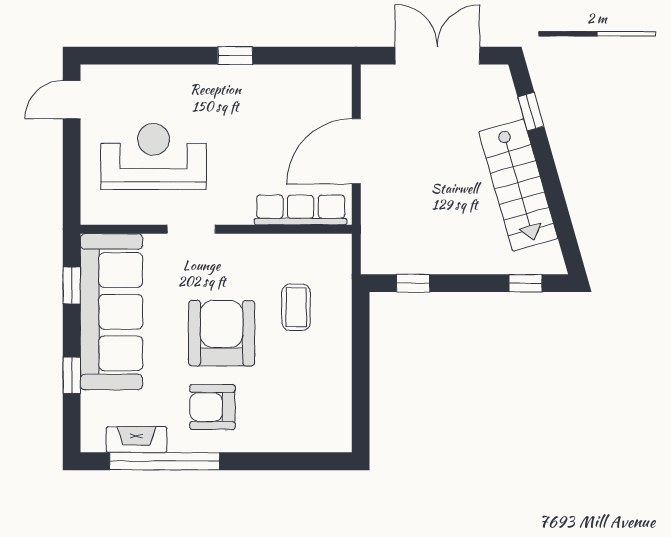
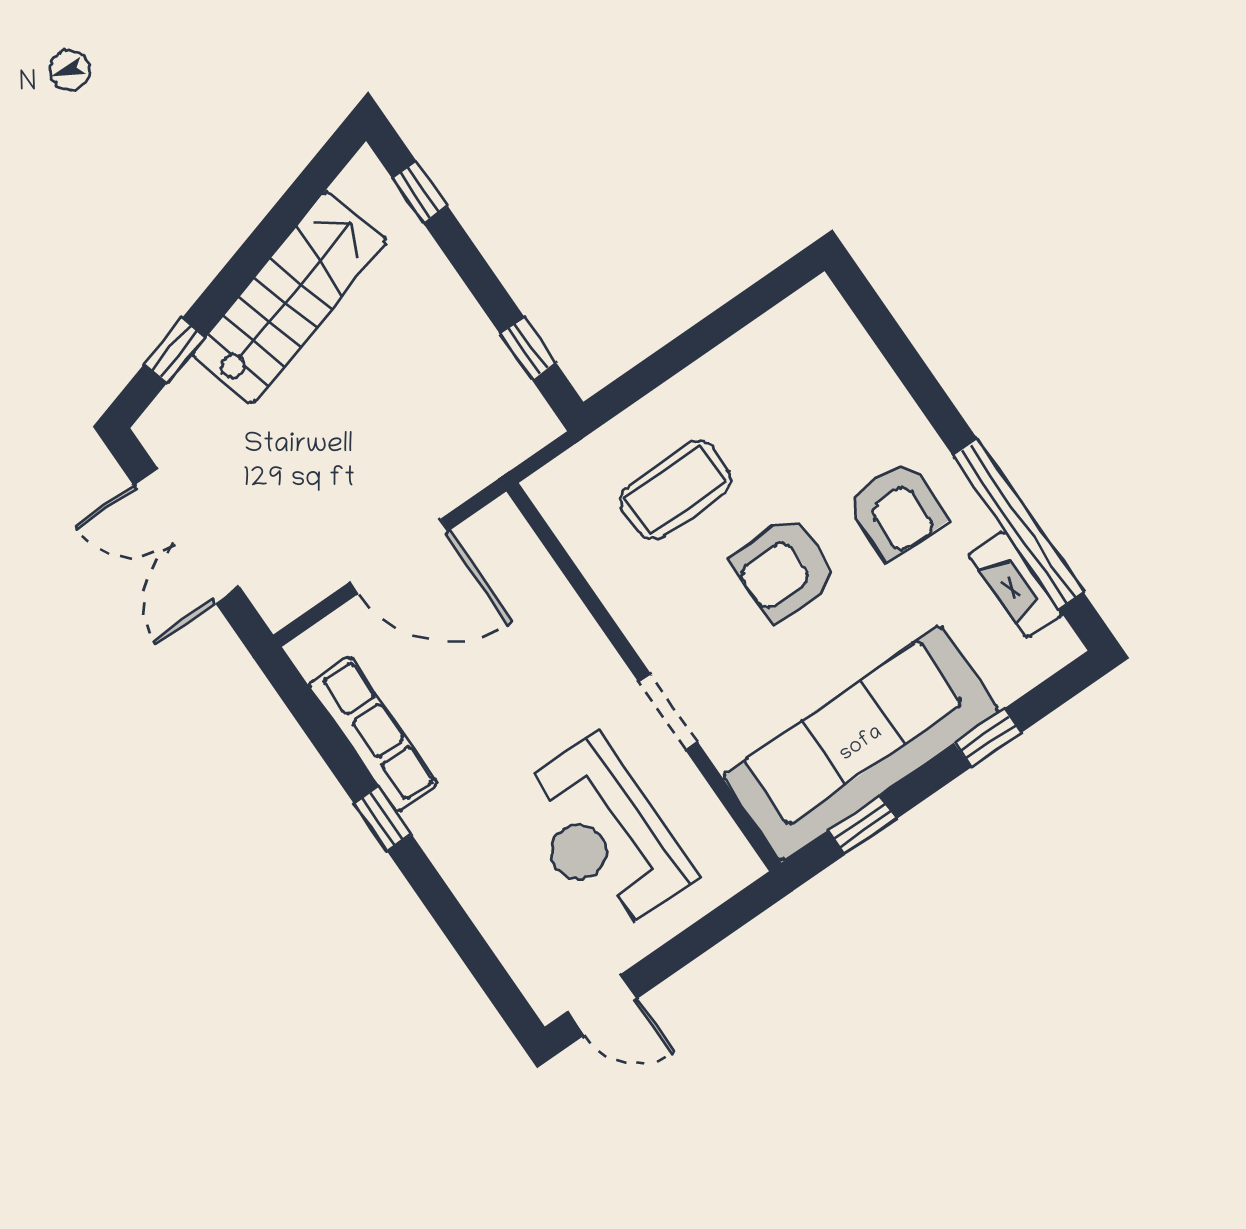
row of seats: (301, 210) -> (373, 734), moved, turned 180
coffee table: (296, 307) -> (676, 489), width x1.36, depth x1.30
armchair: (222, 333) -> (784, 569), width x0.73, depth x0.73

